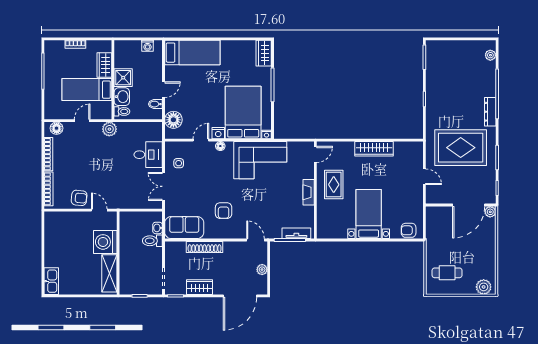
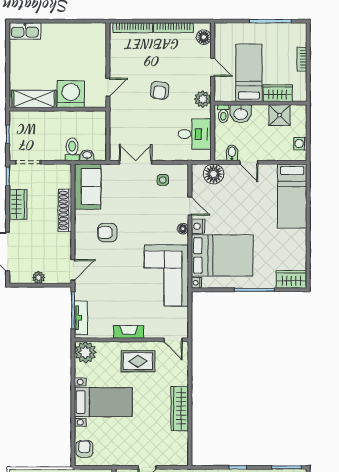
shower: (123, 78) -> (280, 115), moved
desk: (148, 155) -> (195, 134), moved, turned -90
armchair: (79, 198) -> (160, 90), moved
plant: (326, 229) -> (85, 352), added

